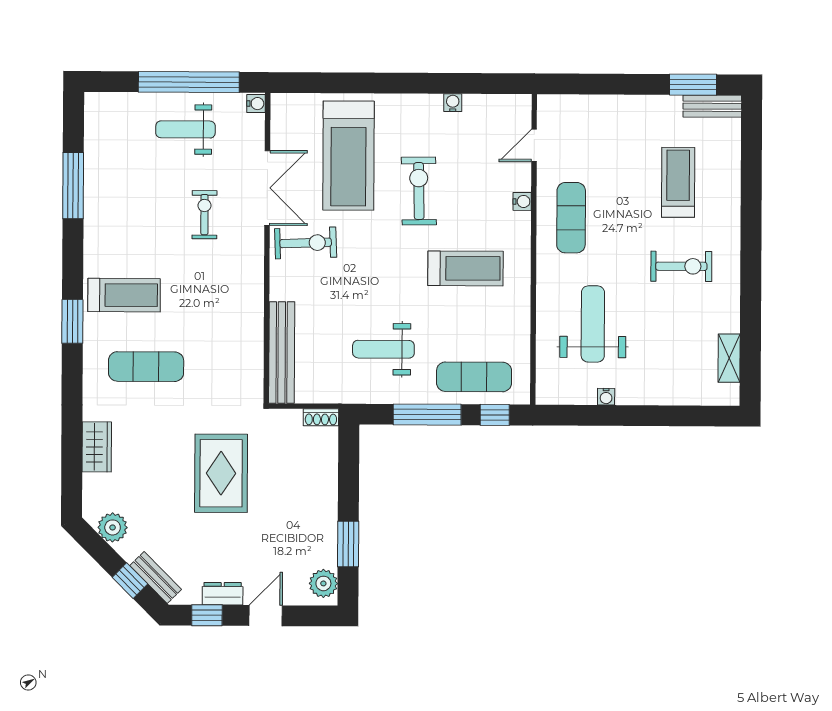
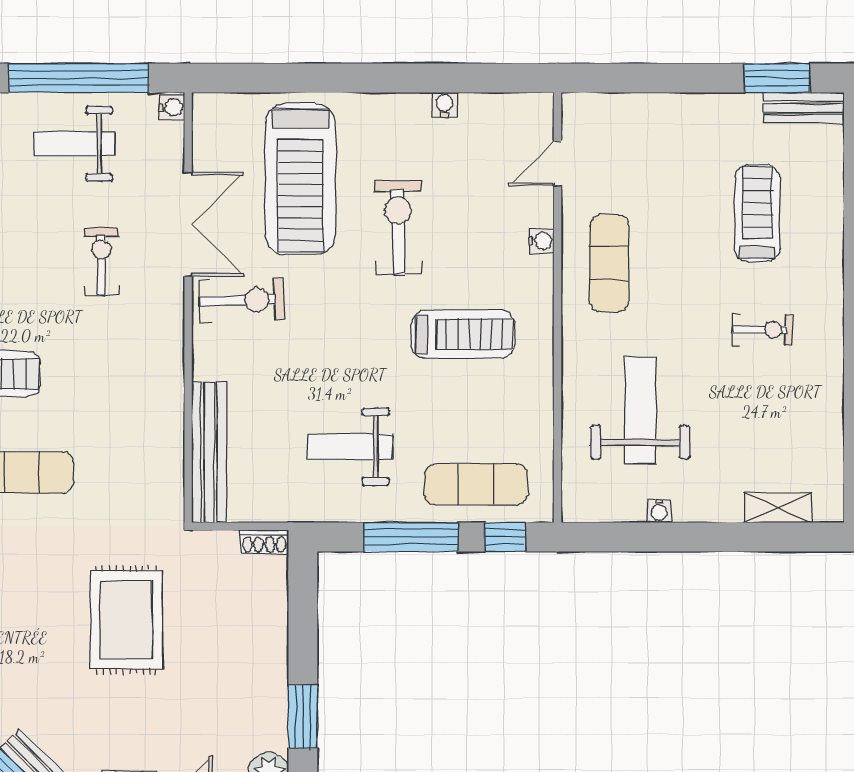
exercise bike: (681, 266) -> (762, 330), width x0.73, depth x0.72
shelving: (729, 358) -> (778, 507), moved, turned 90

